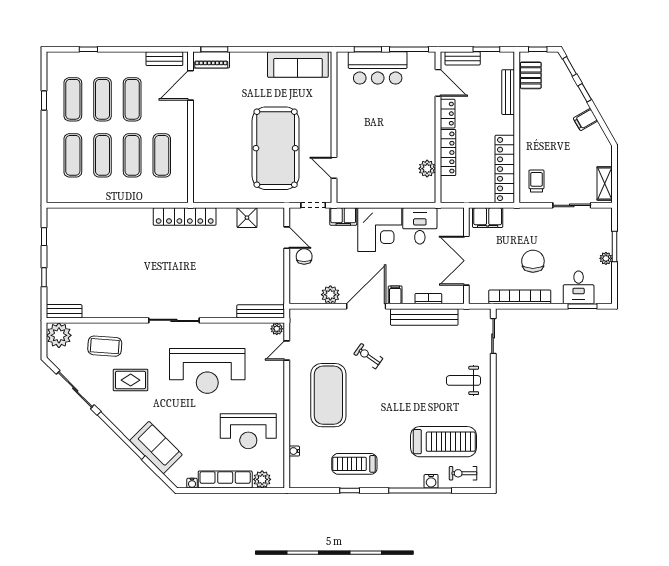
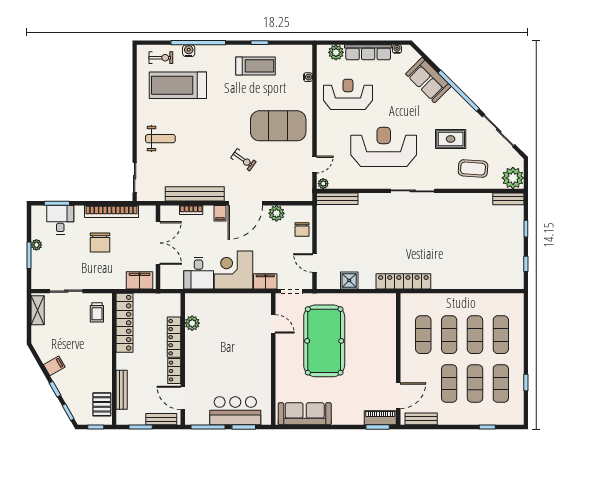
chair: (304, 256) -> (302, 229), moved
exercise mat: (328, 395) -> (278, 126), turned 90

